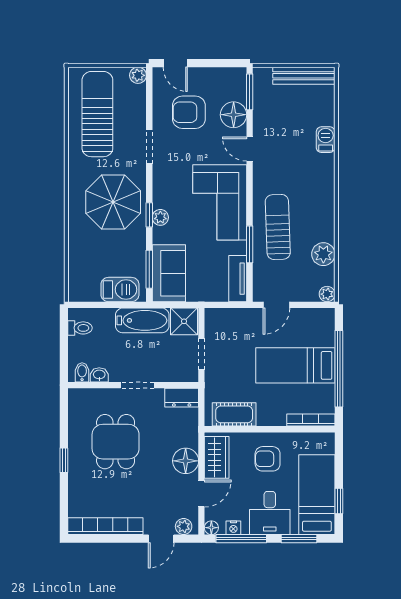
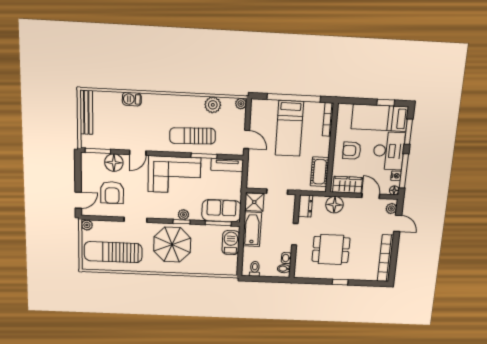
armchair: (268, 459) -> (352, 151), turned 90
floor lamp: (186, 461) -> (334, 205), moved
desk: (270, 513) -> (389, 151), width x1.37

